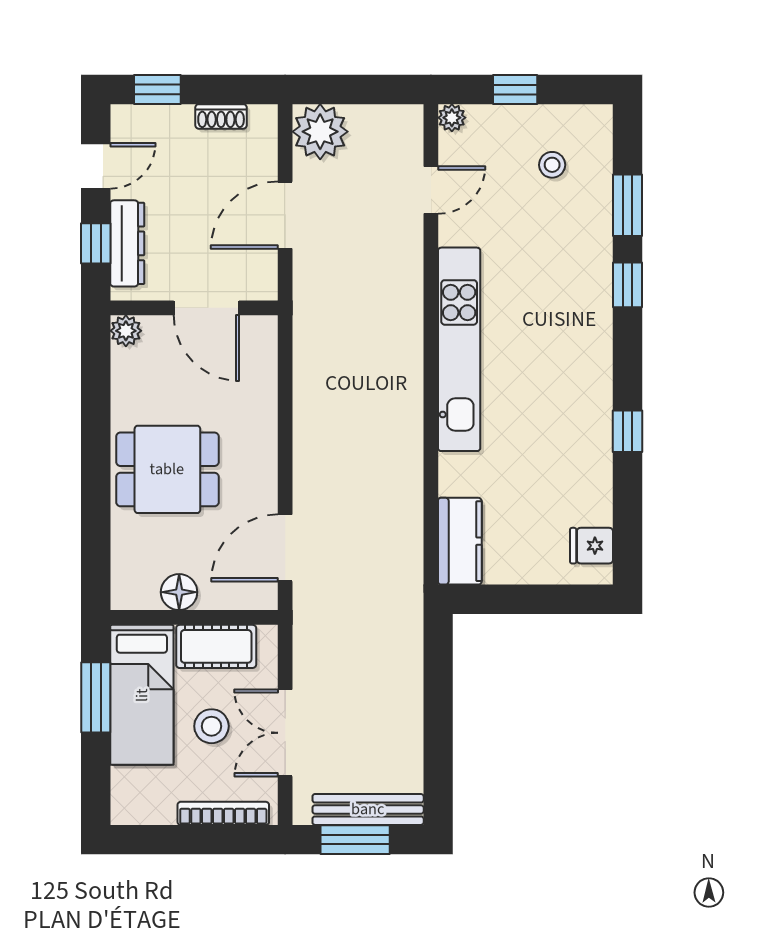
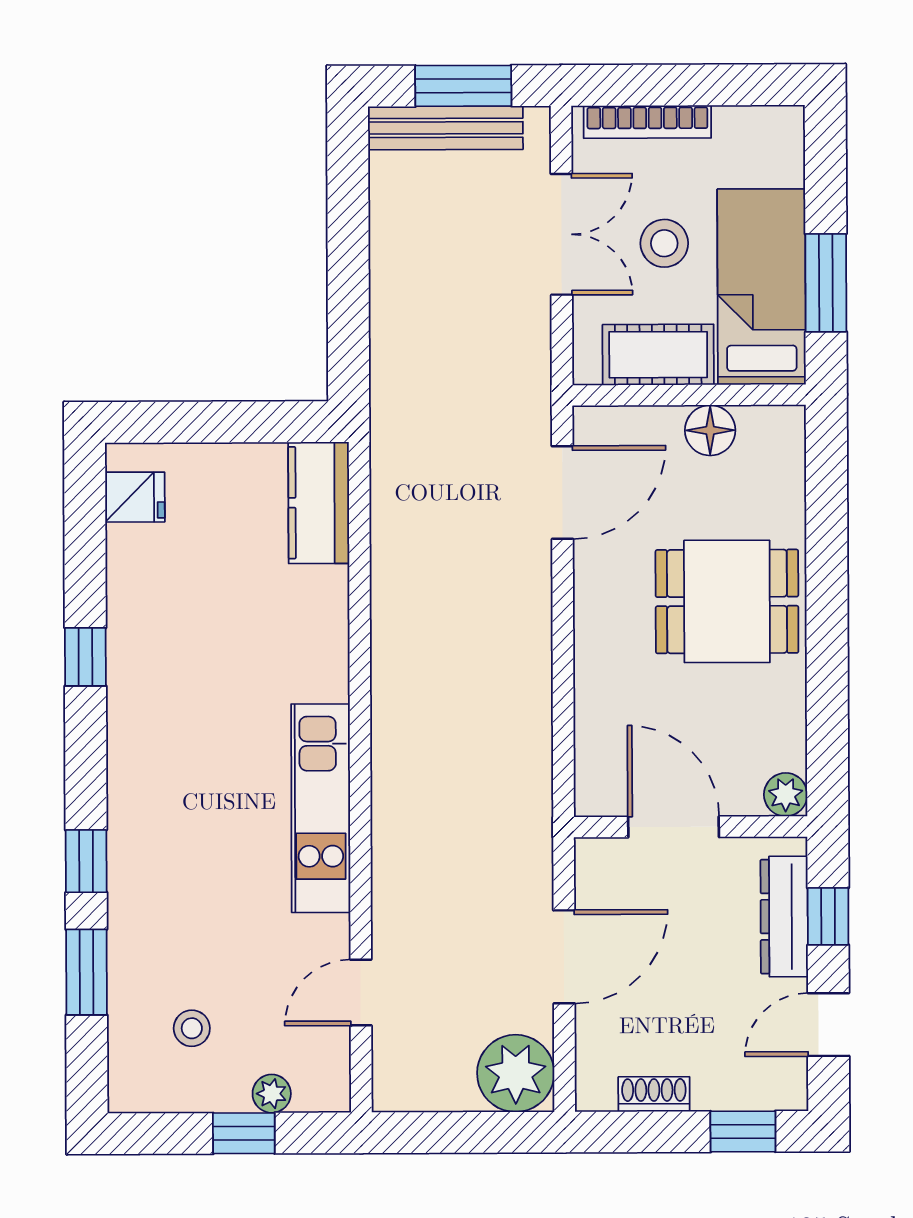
plant: (452, 118) -> (272, 1094), moved
kitchen unit: (459, 349) -> (321, 808), width x0.73

